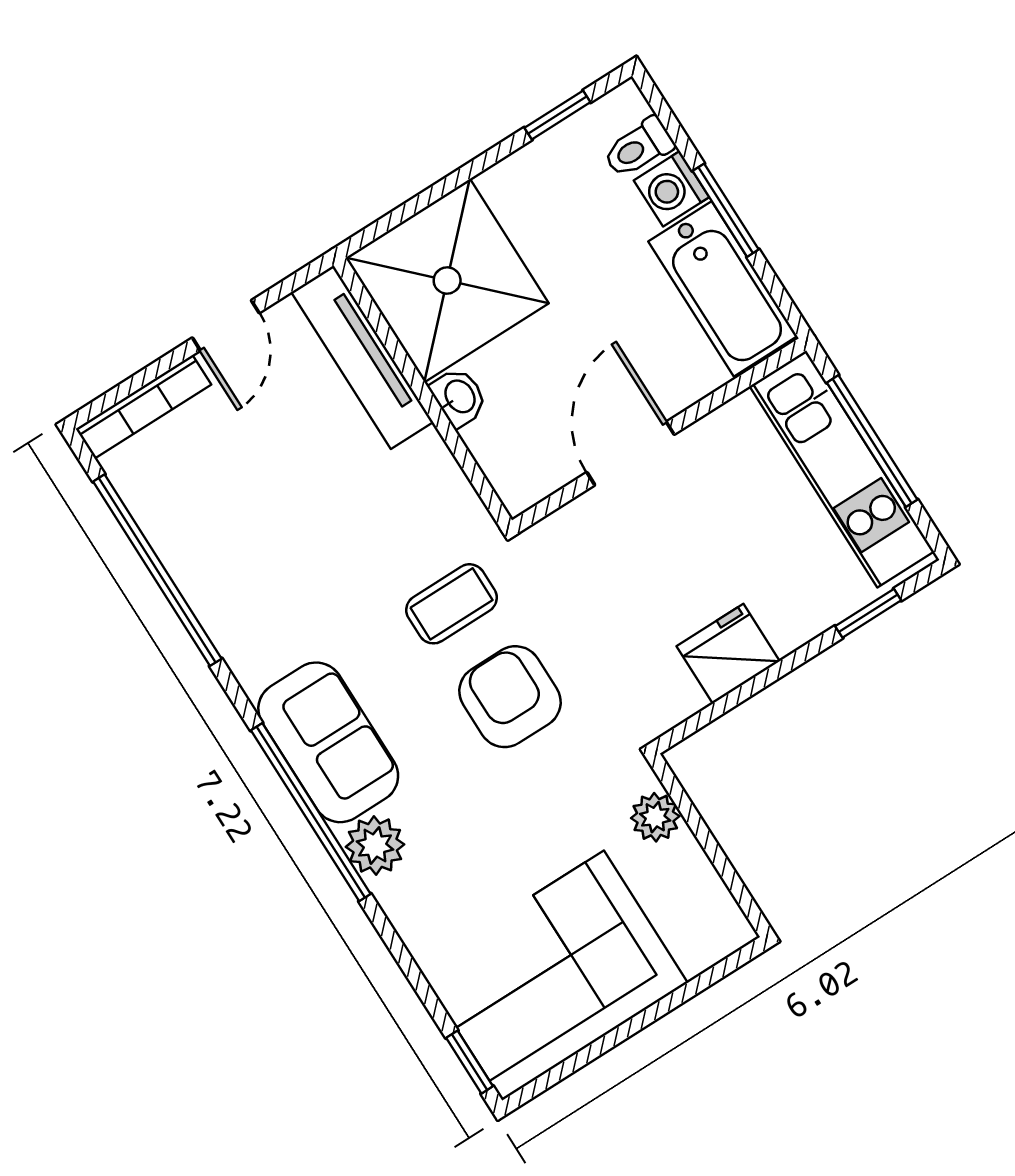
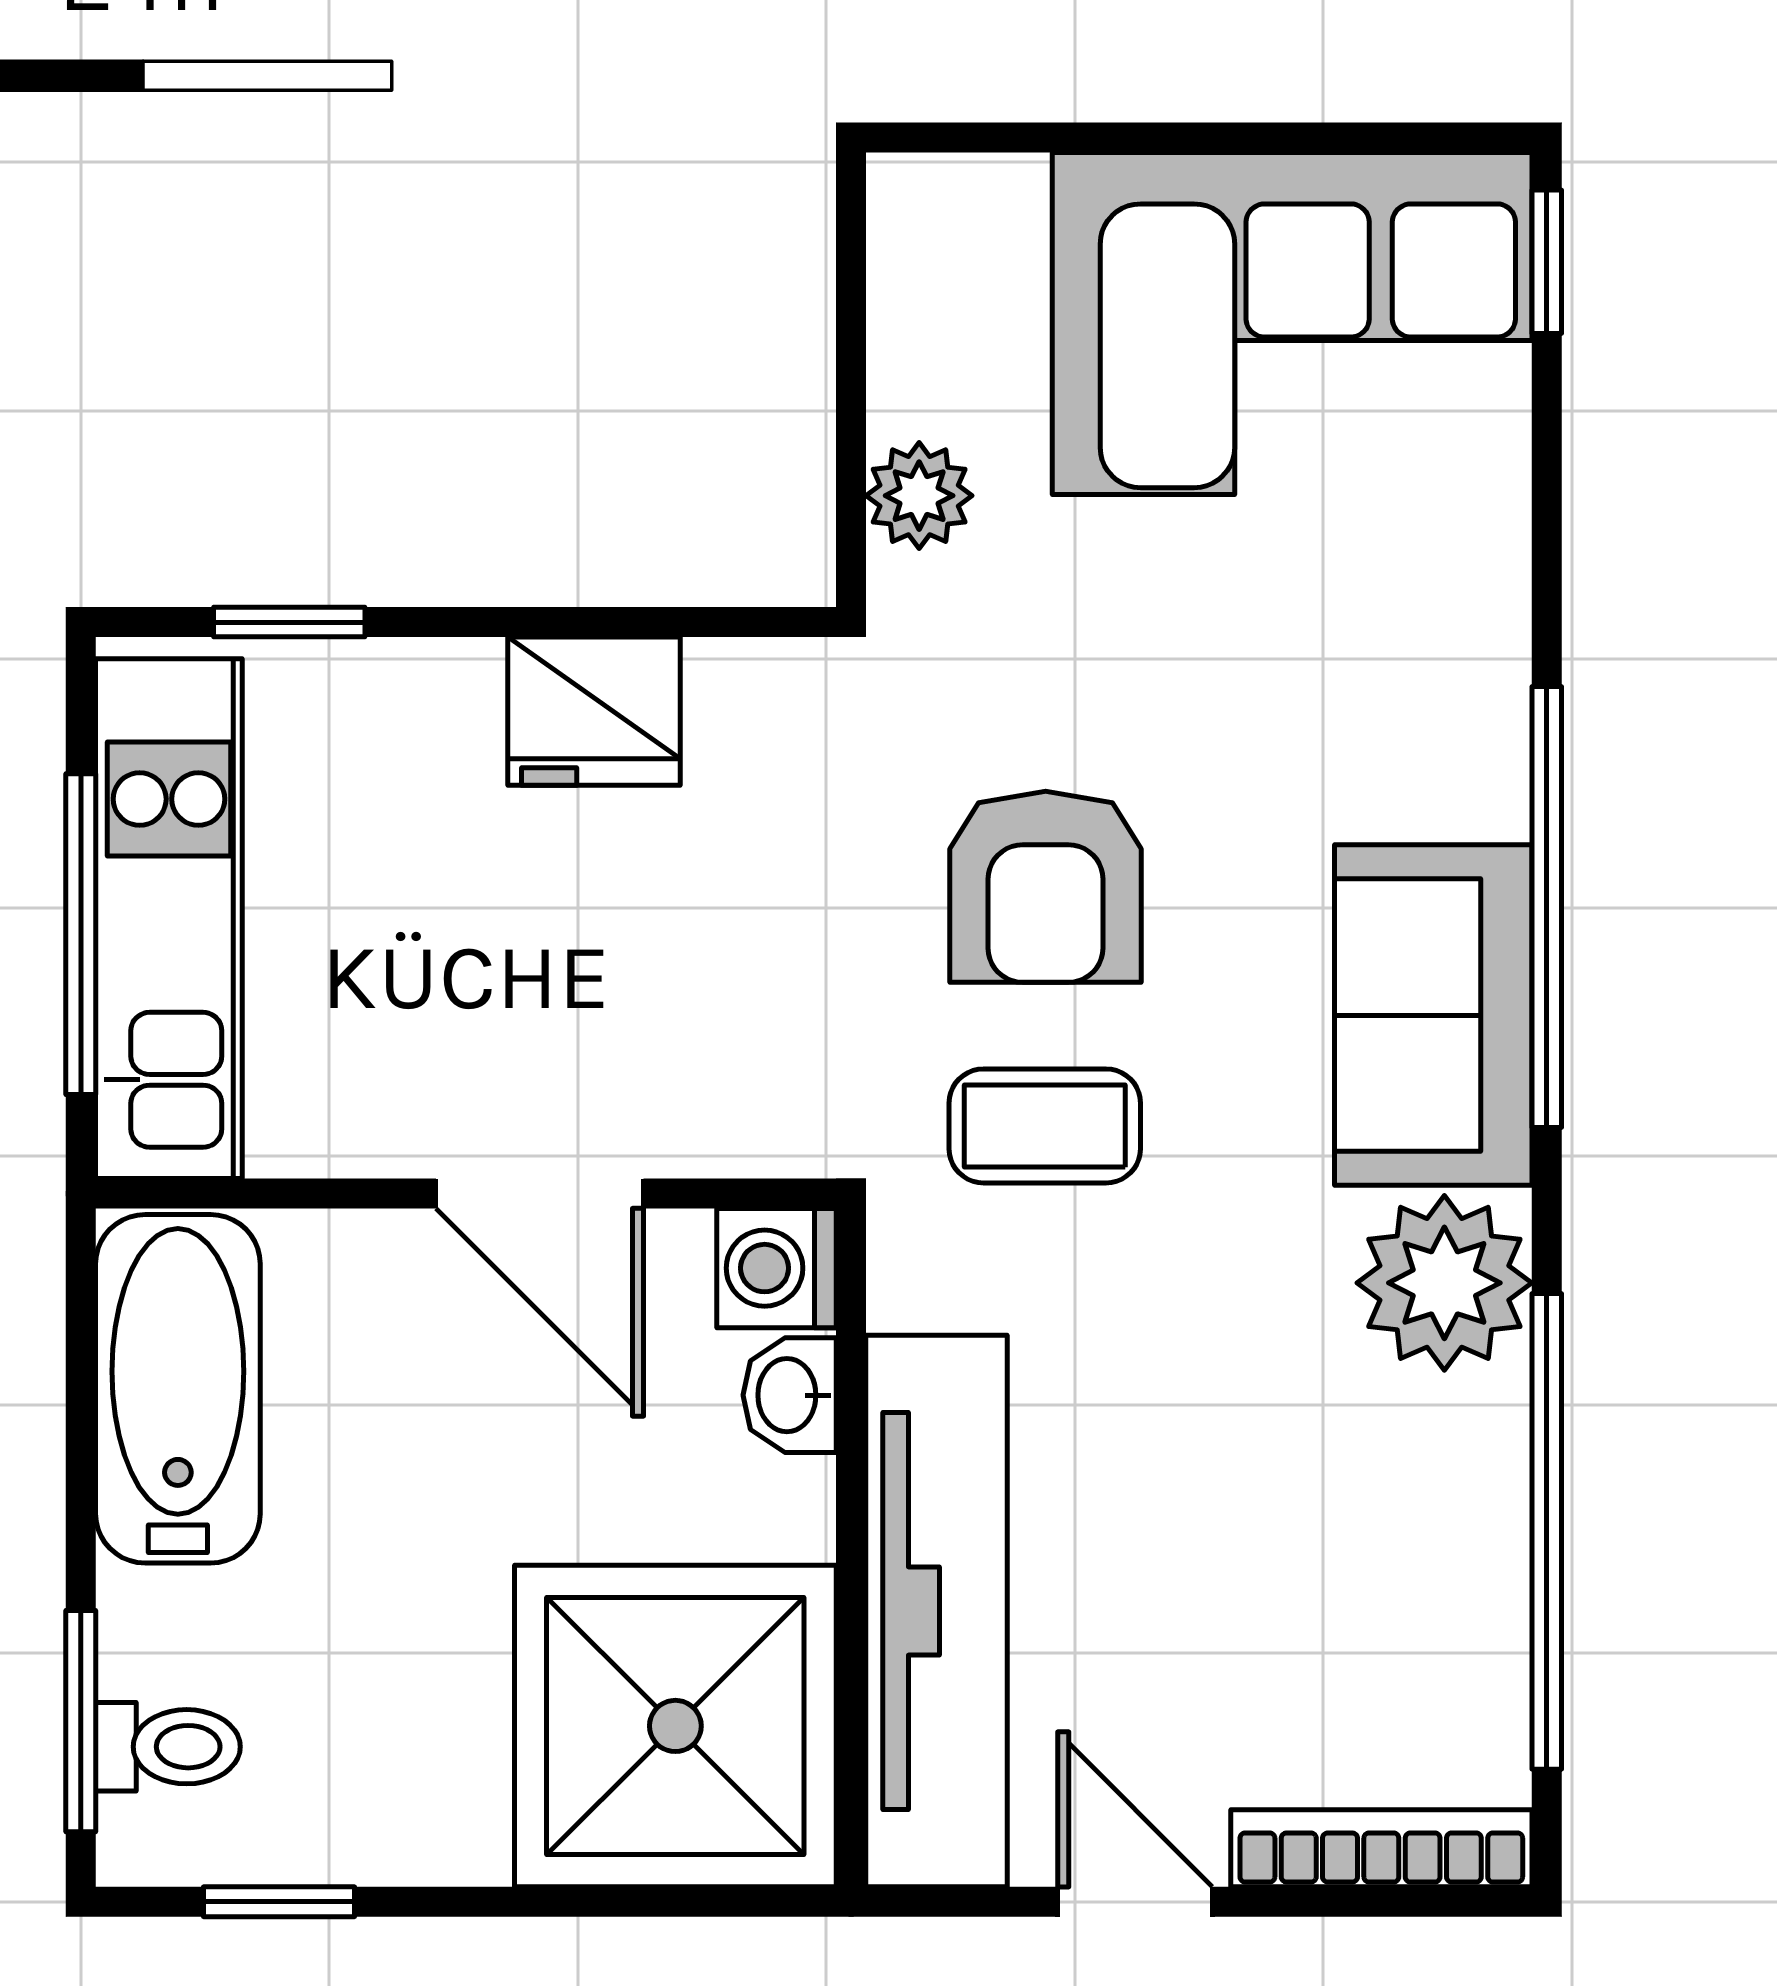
washing machine: (671, 189) -> (776, 1268), moved, turned 180
window: (726, 210) -> (81, 1721), moved
door: (226, 325) -> (1135, 1902), hinge flipped
tv unit: (362, 357) -> (937, 1611), width x1.36, depth x1.29
washbasin: (459, 397) -> (790, 1395), moved
door: (631, 453) -> (540, 1194), hinge flipped
plant: (375, 846) -> (1444, 1283), moved, width x1.36, depth x1.36

